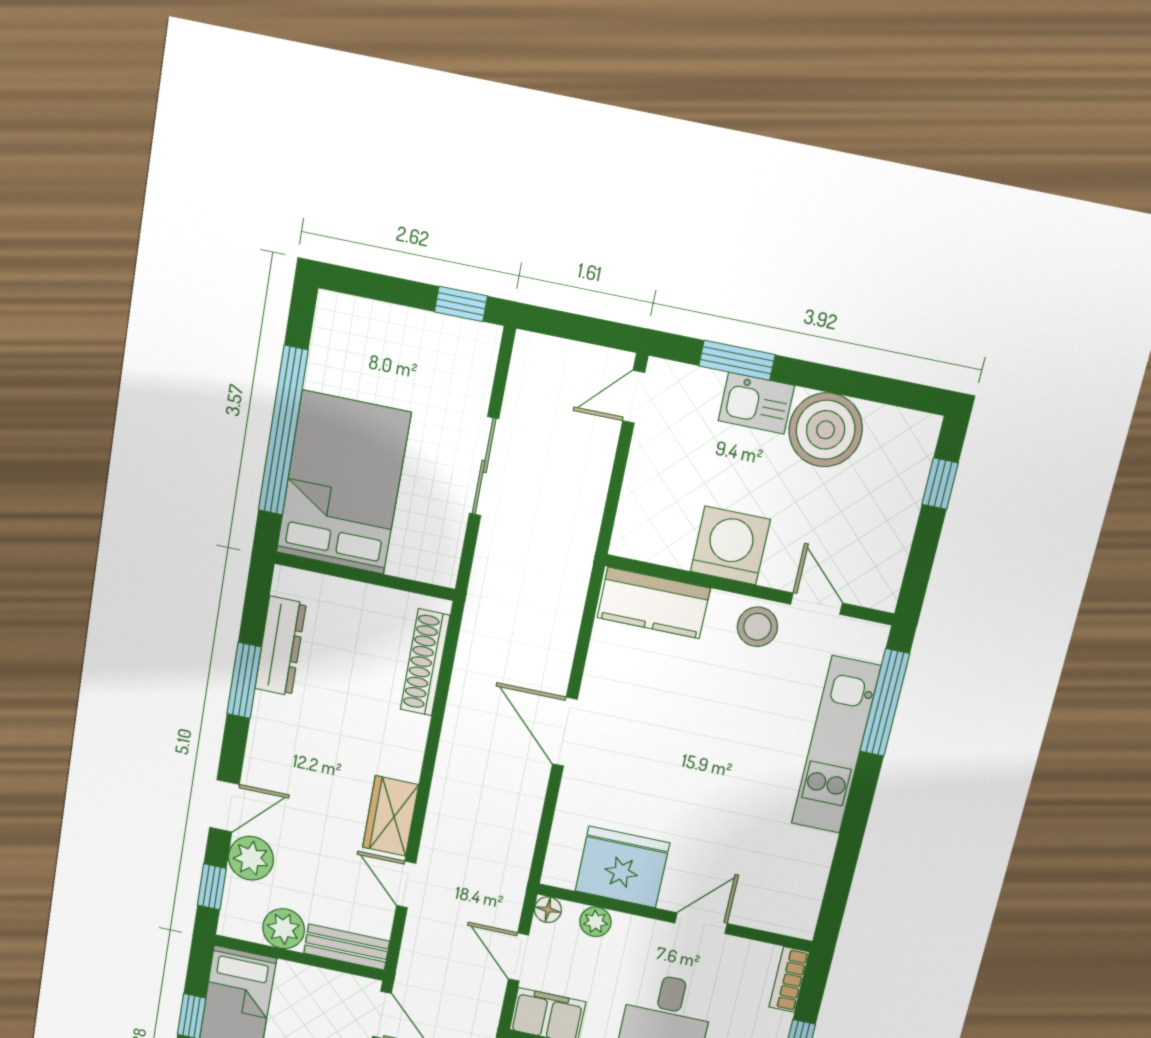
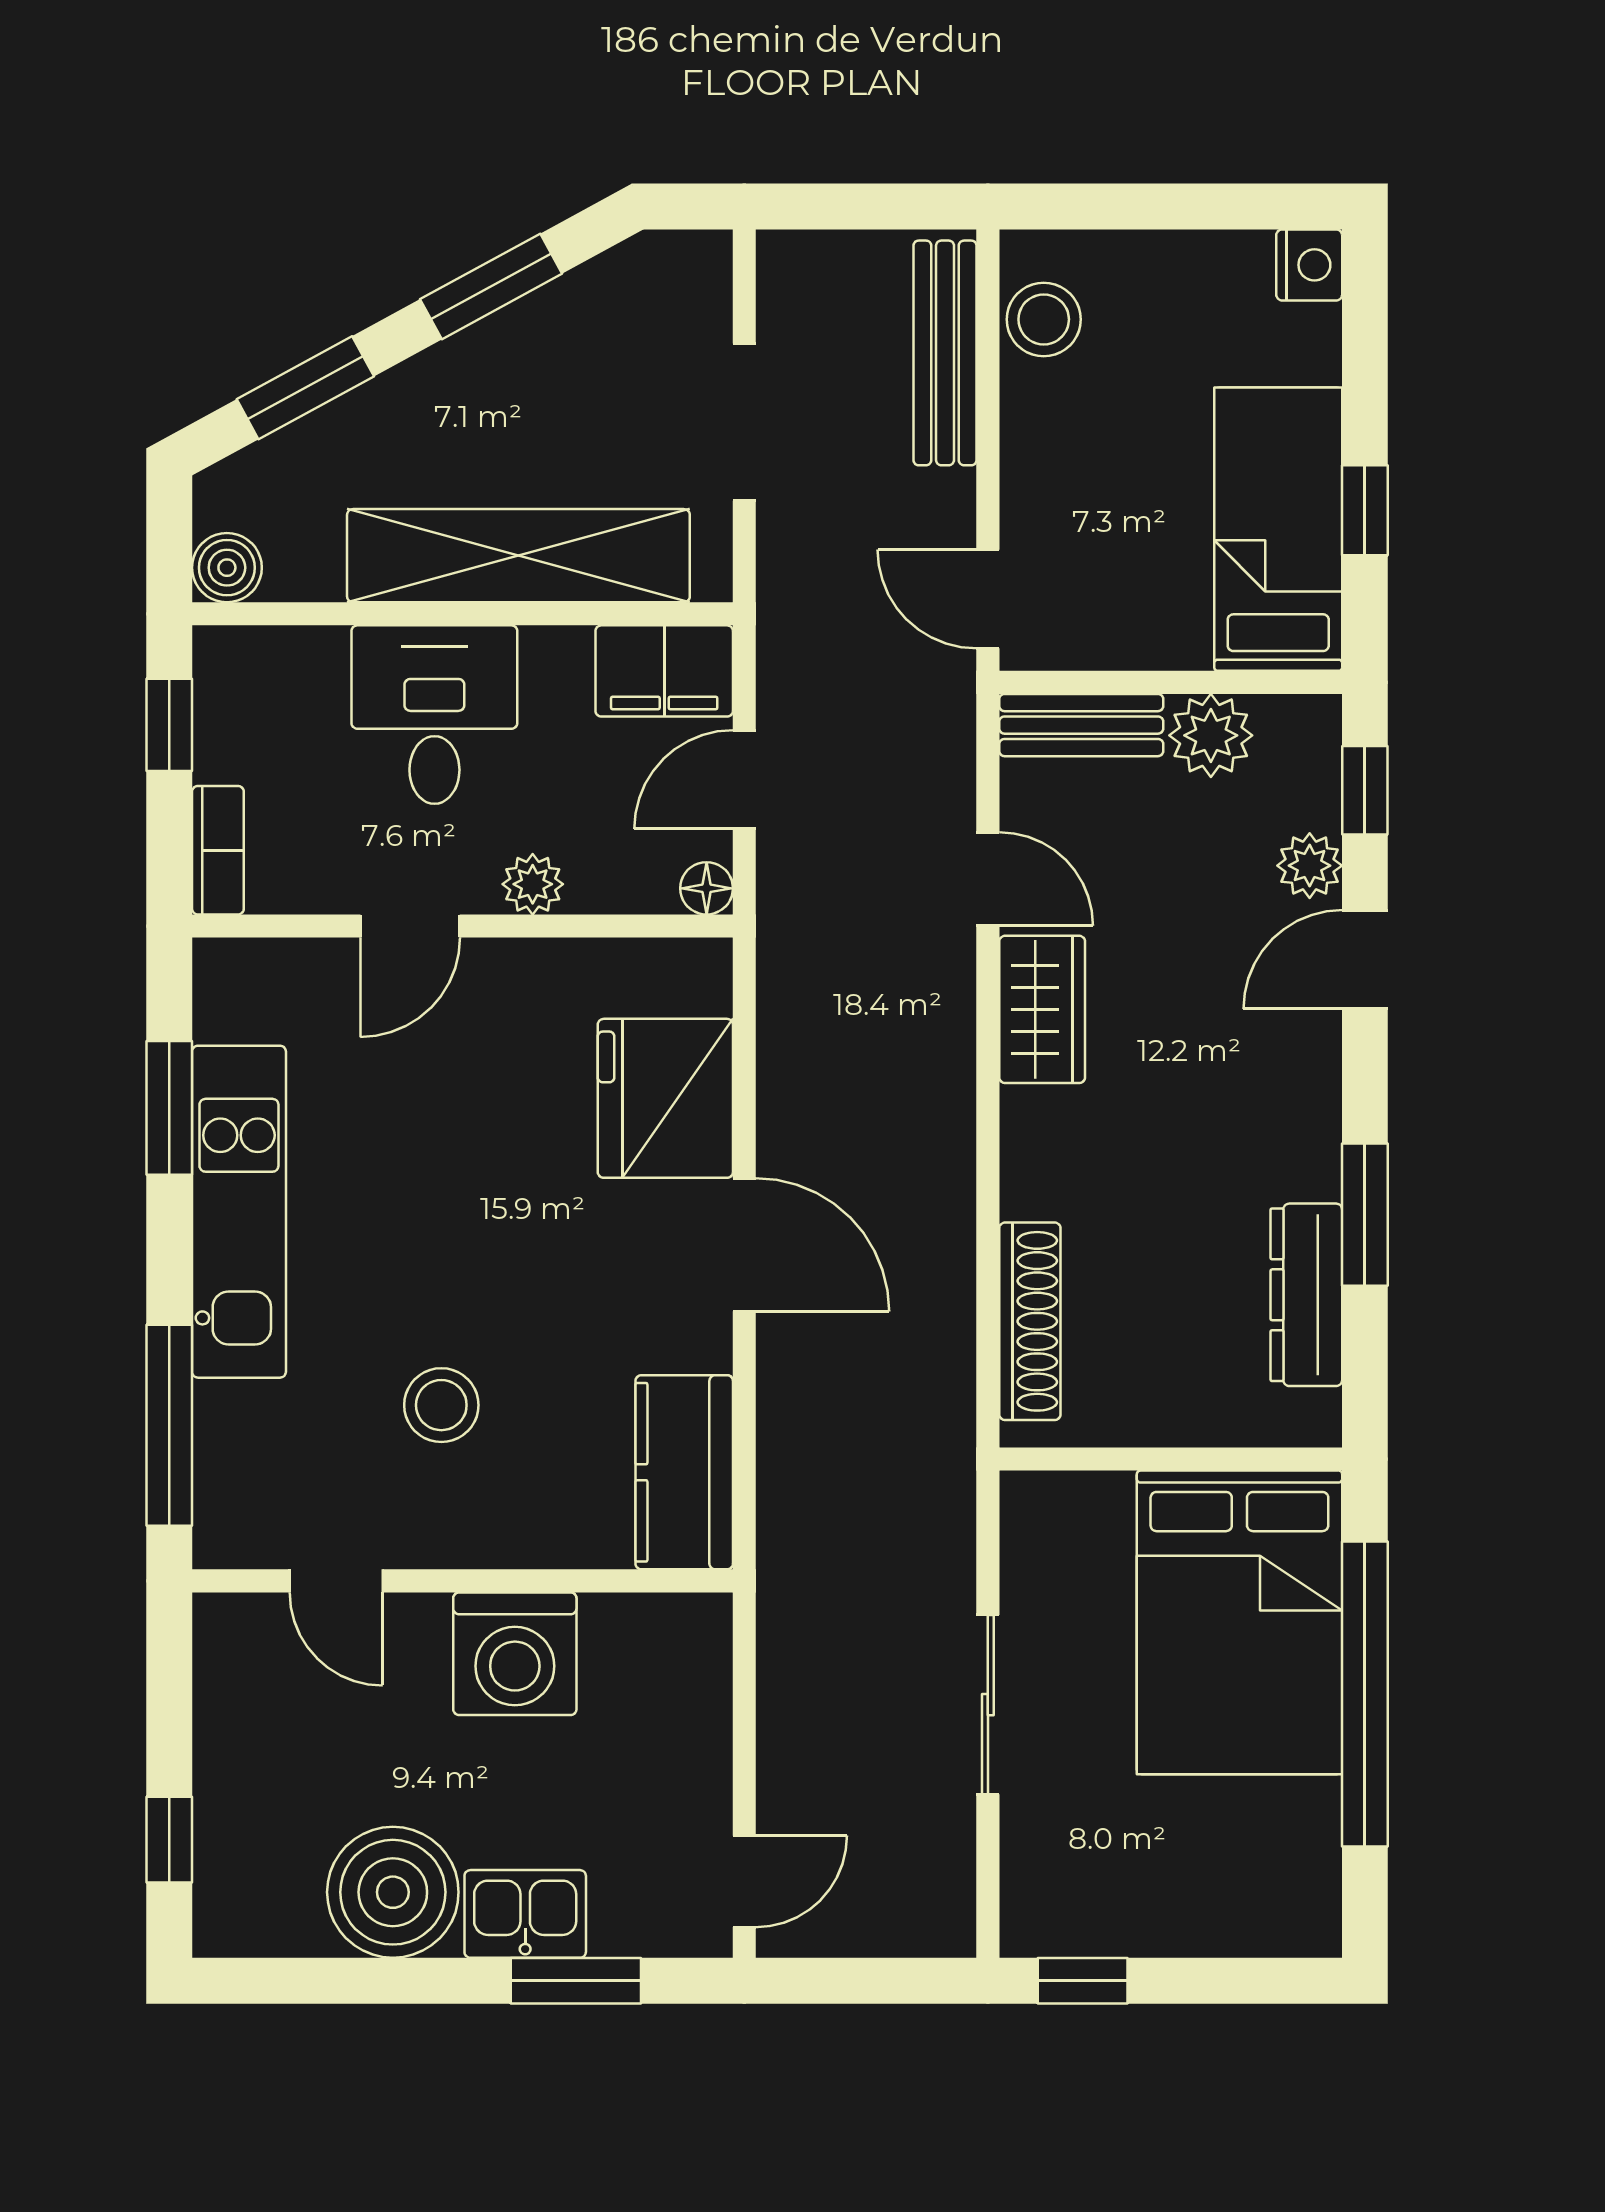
kitchen counter: (654, 603) -> (684, 1472), moved, turned -90
stool: (757, 627) -> (441, 1405), moved
kitchen unit: (836, 745) -> (239, 1212), moved
plant: (251, 858) -> (1310, 866), width x0.73, depth x0.73
window: (845, 861) -> (169, 1108), added
fridge: (622, 867) -> (665, 1098), moved, turned 90
plant: (595, 922) -> (533, 884), moved
door: (518, 957) -> (744, 780), swing flipped

